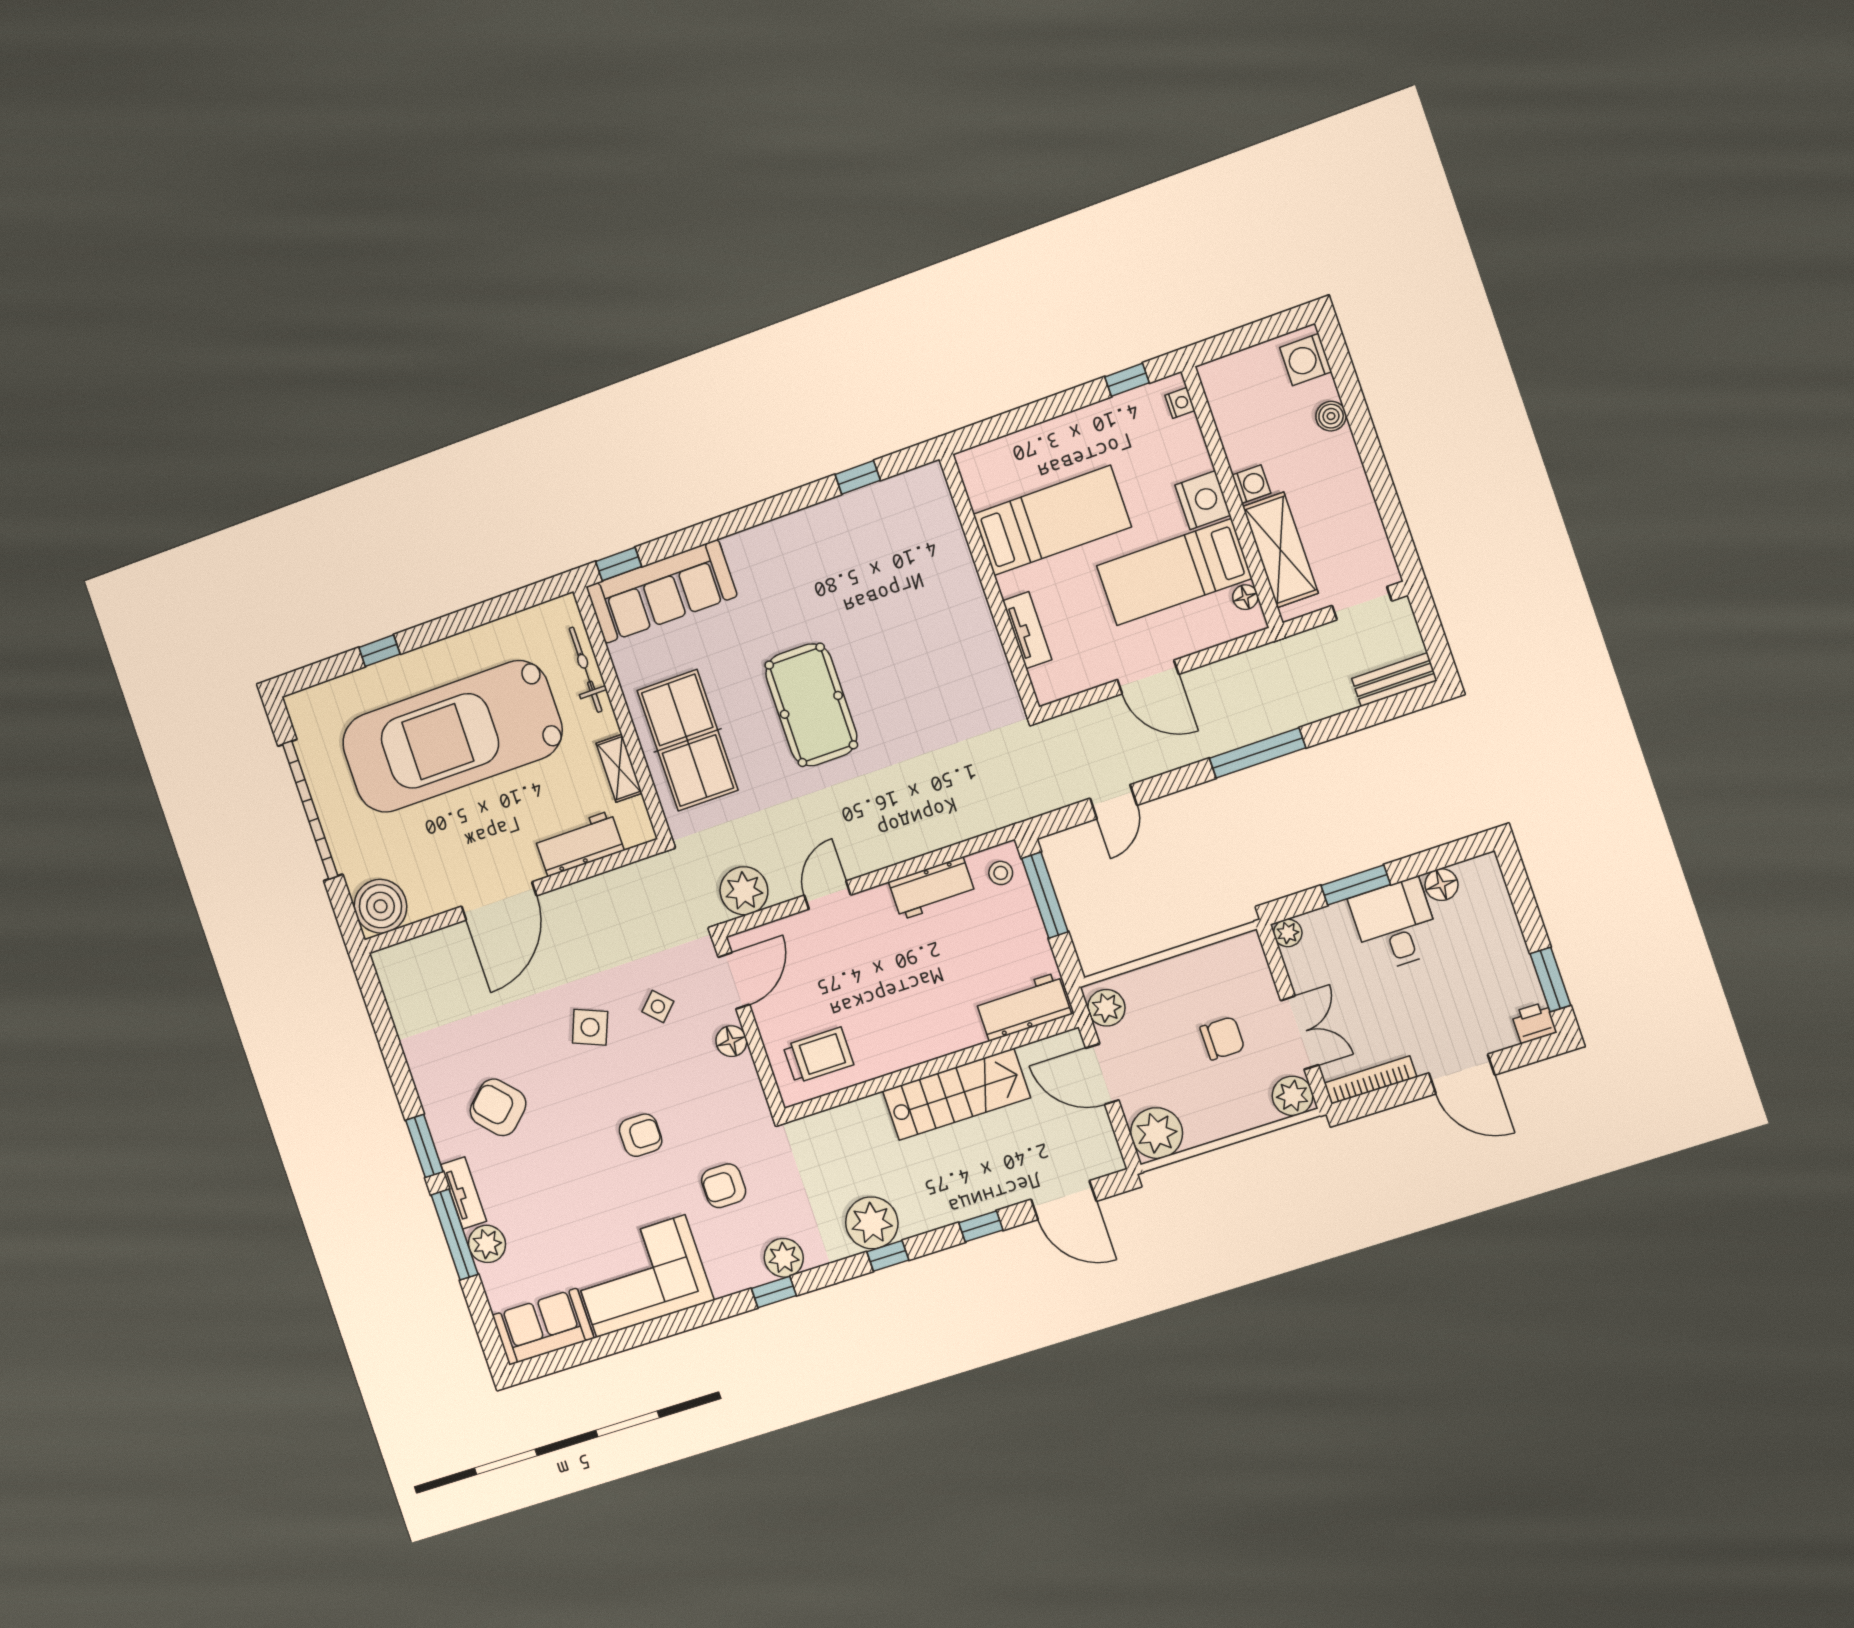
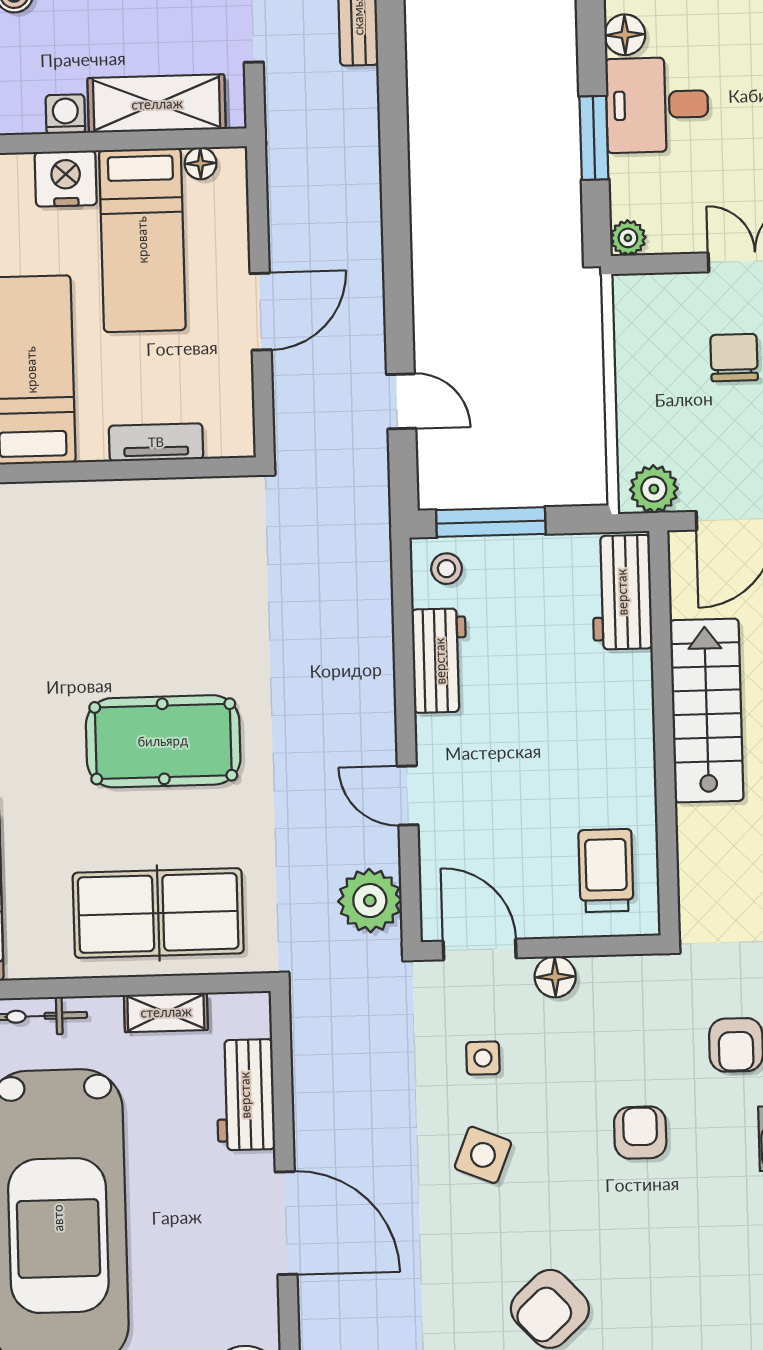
window: (1257, 753) -> (396, 207), removed
side table: (658, 1006) -> (483, 1058), turned 45

